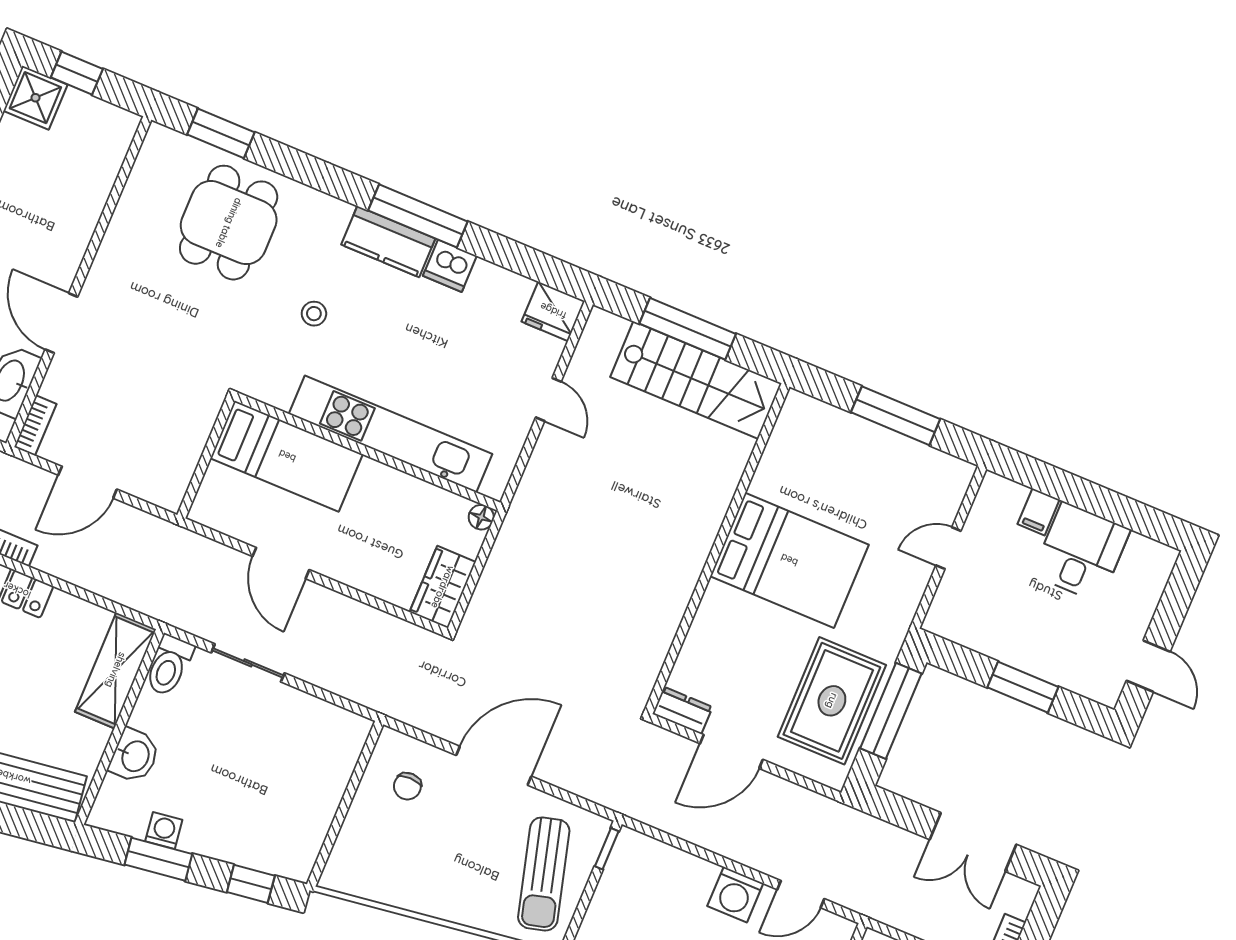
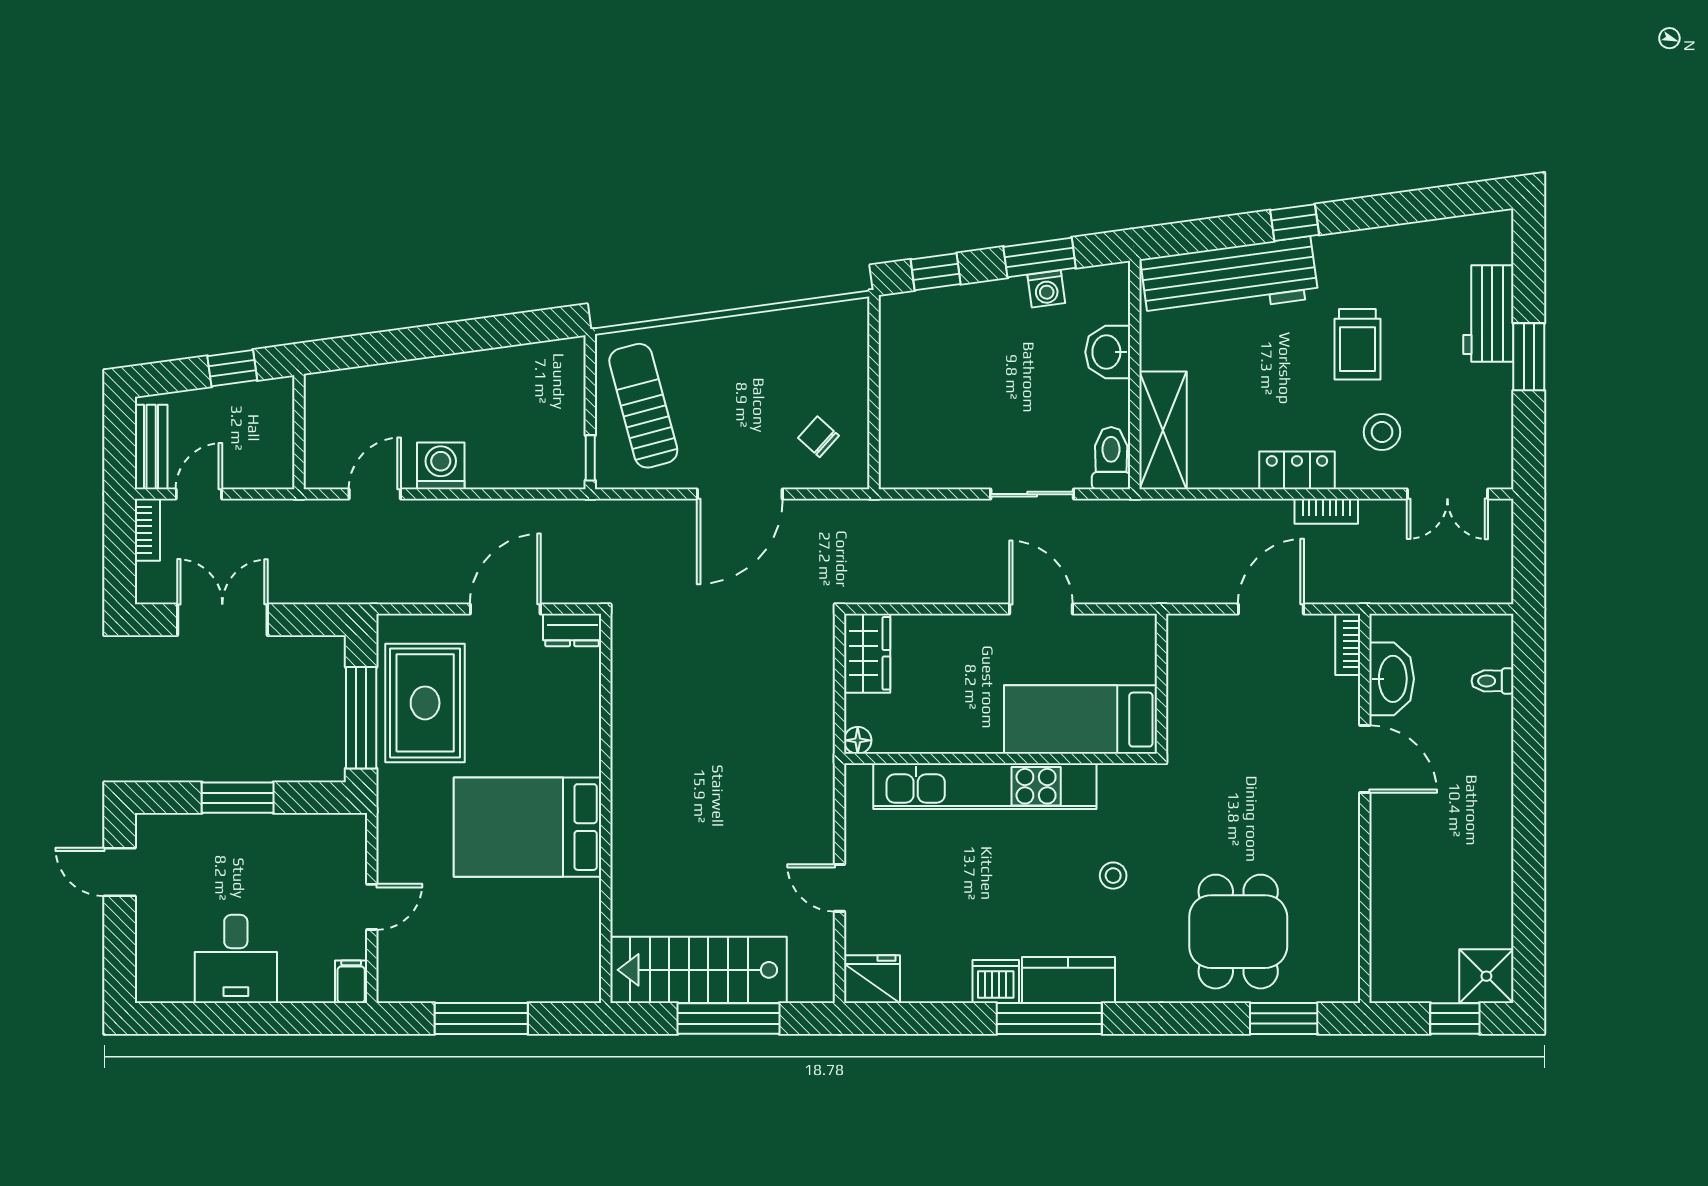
filing cabinet: (1039, 512) -> (351, 982), moved
chair: (407, 786) -> (818, 437), turned -48

